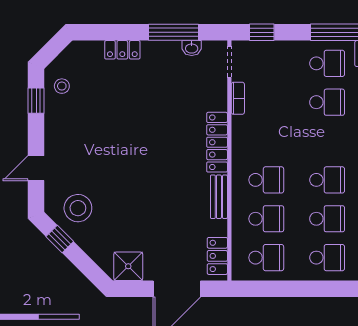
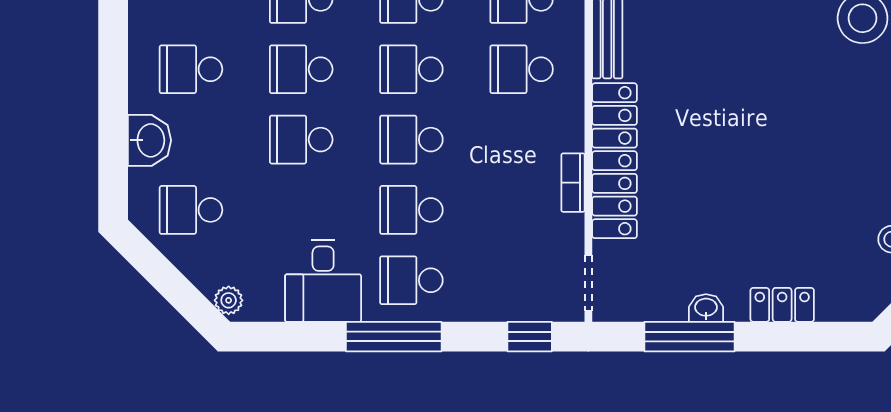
washbasin: (192, 48) -> (706, 308), moved
bookcase: (238, 98) -> (573, 183), moved
school desk: (327, 141) -> (411, 140), added
locker: (217, 142) -> (615, 161), width x1.41, depth x1.21

